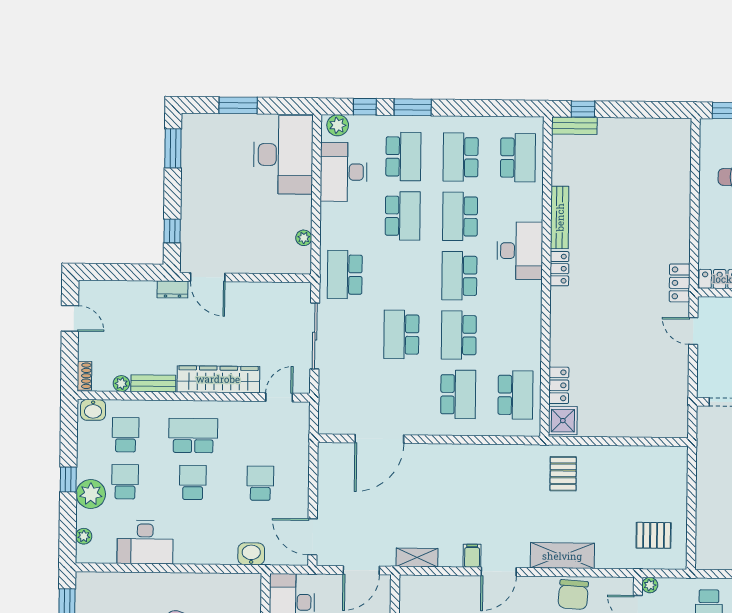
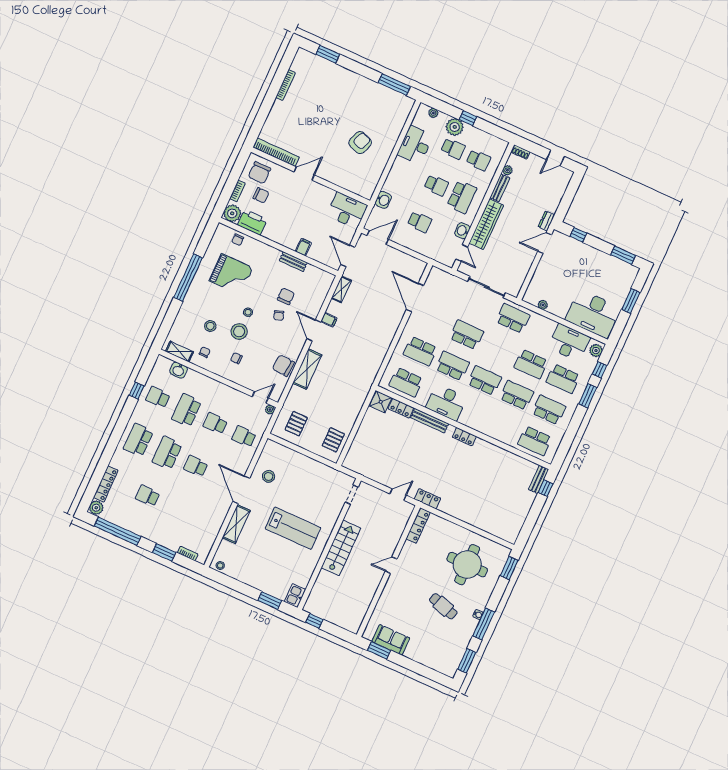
bench: (560, 217) -> (429, 421), moved
desk: (520, 251) -> (446, 402), moved
washbasin: (93, 410) -> (462, 231), moved
pallet: (563, 474) -> (333, 440), moved, turned 90

